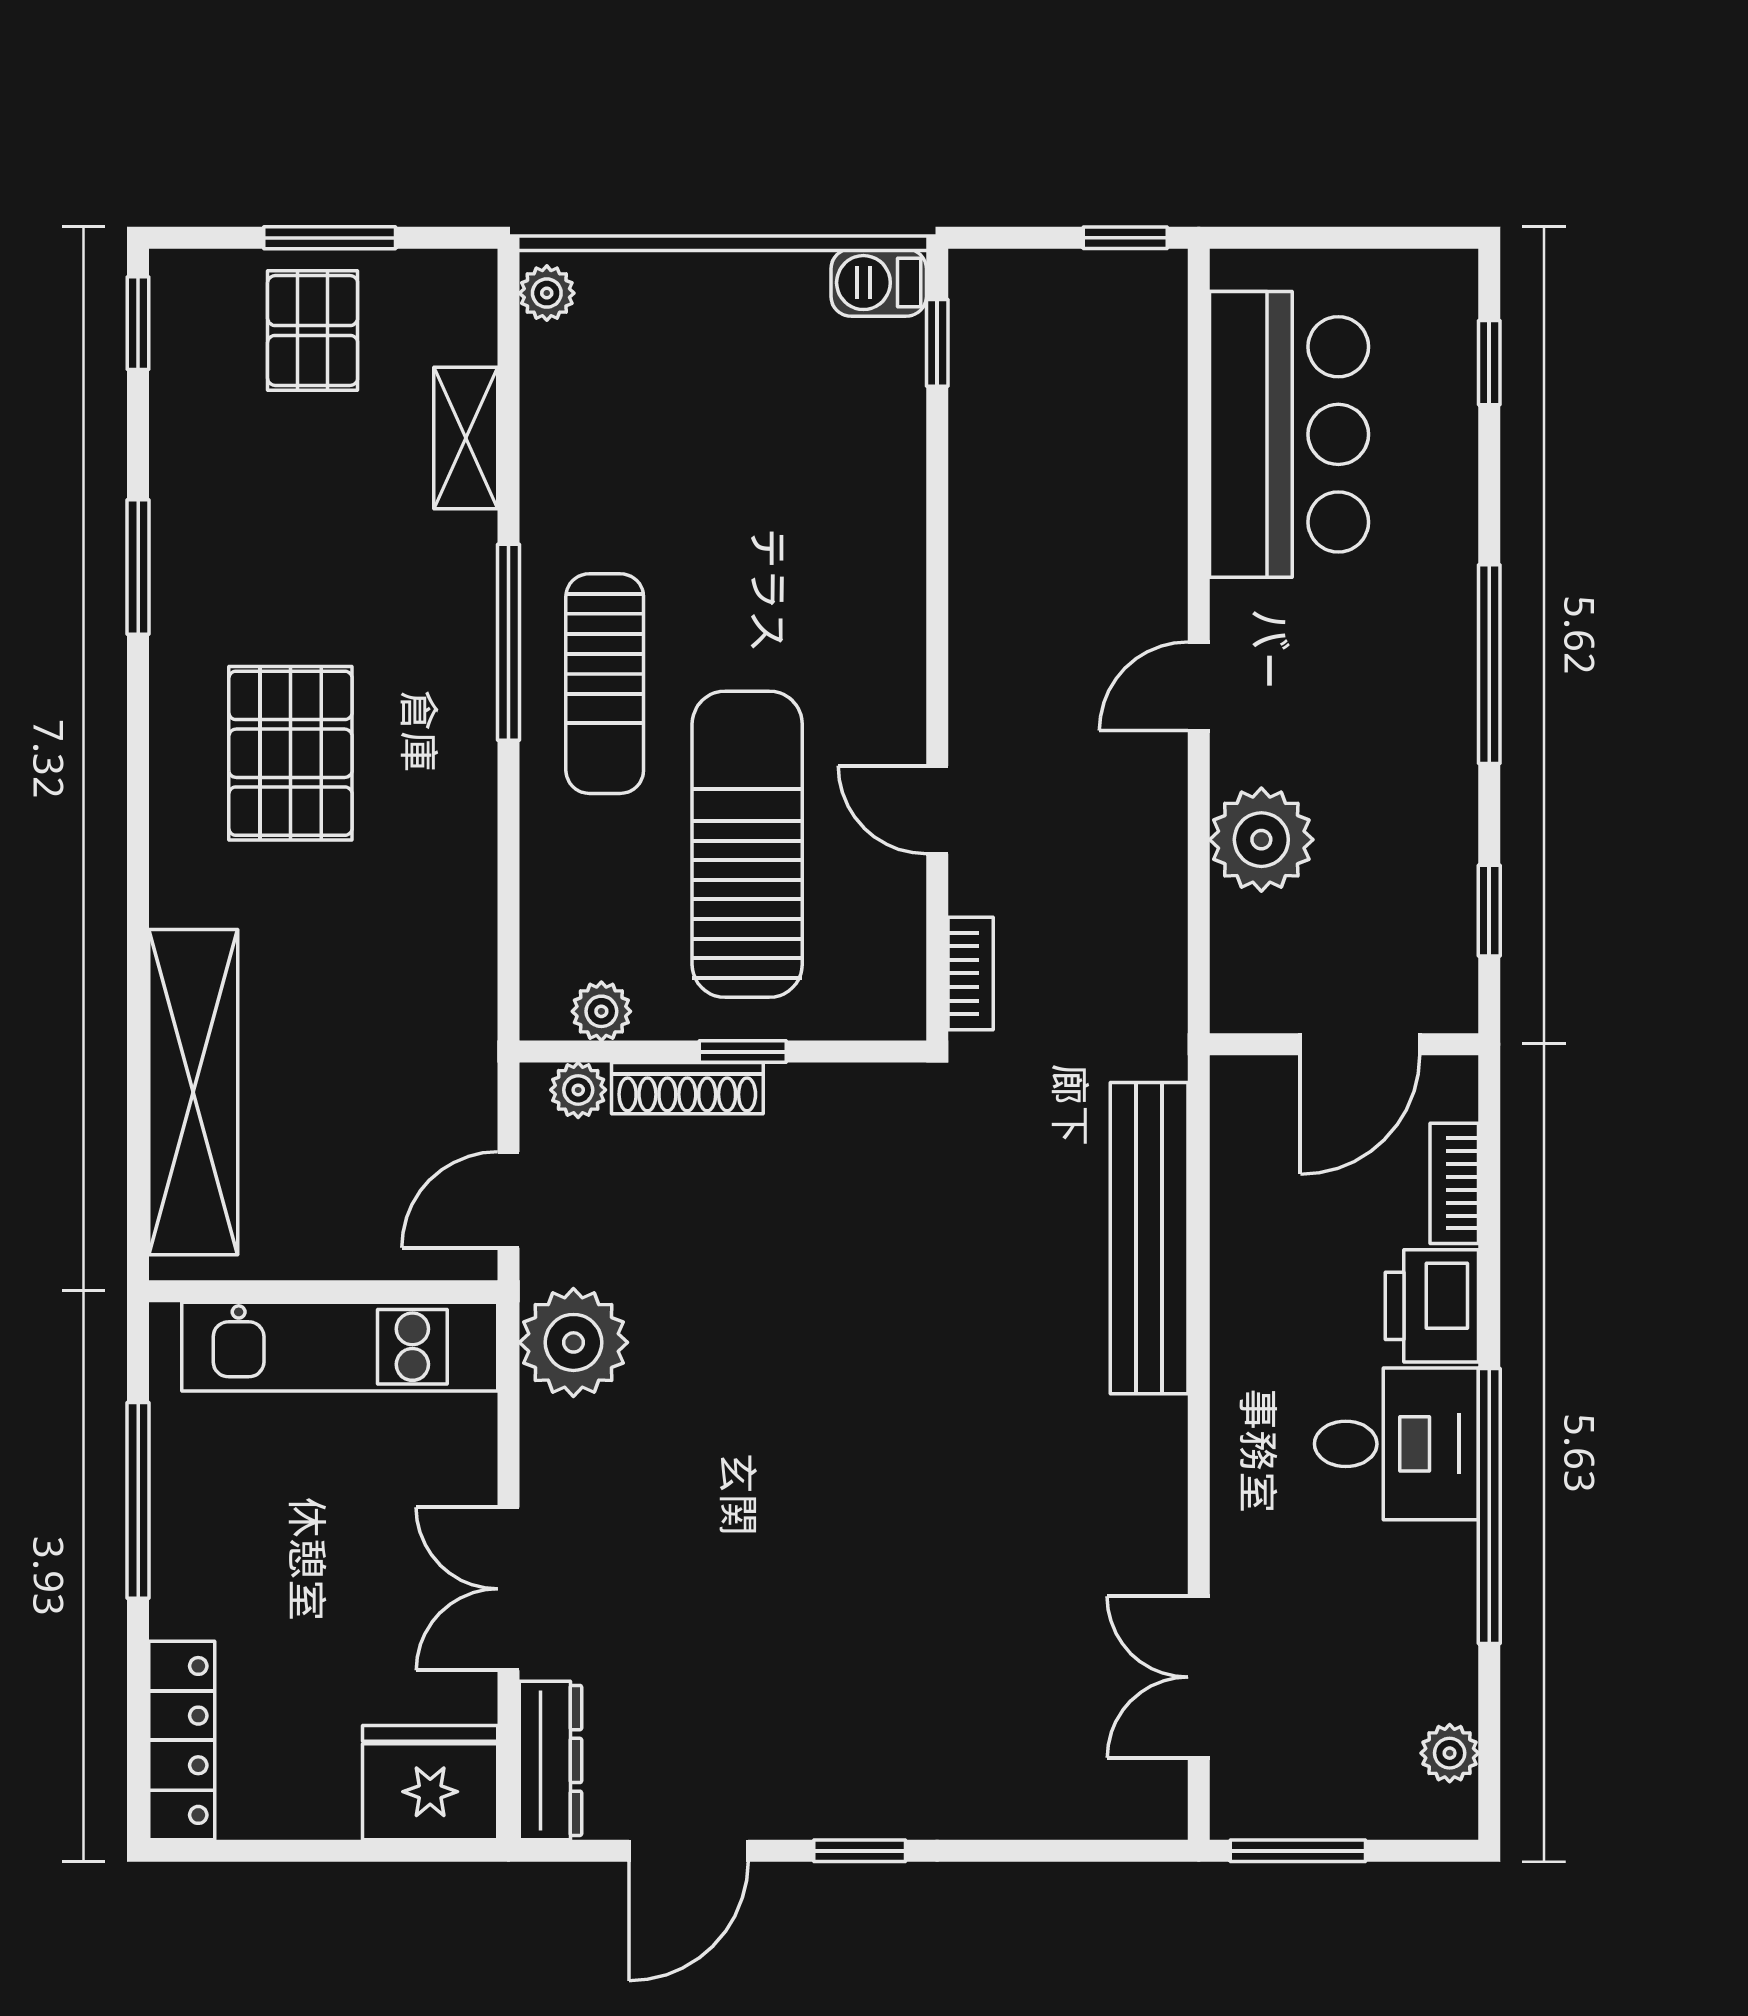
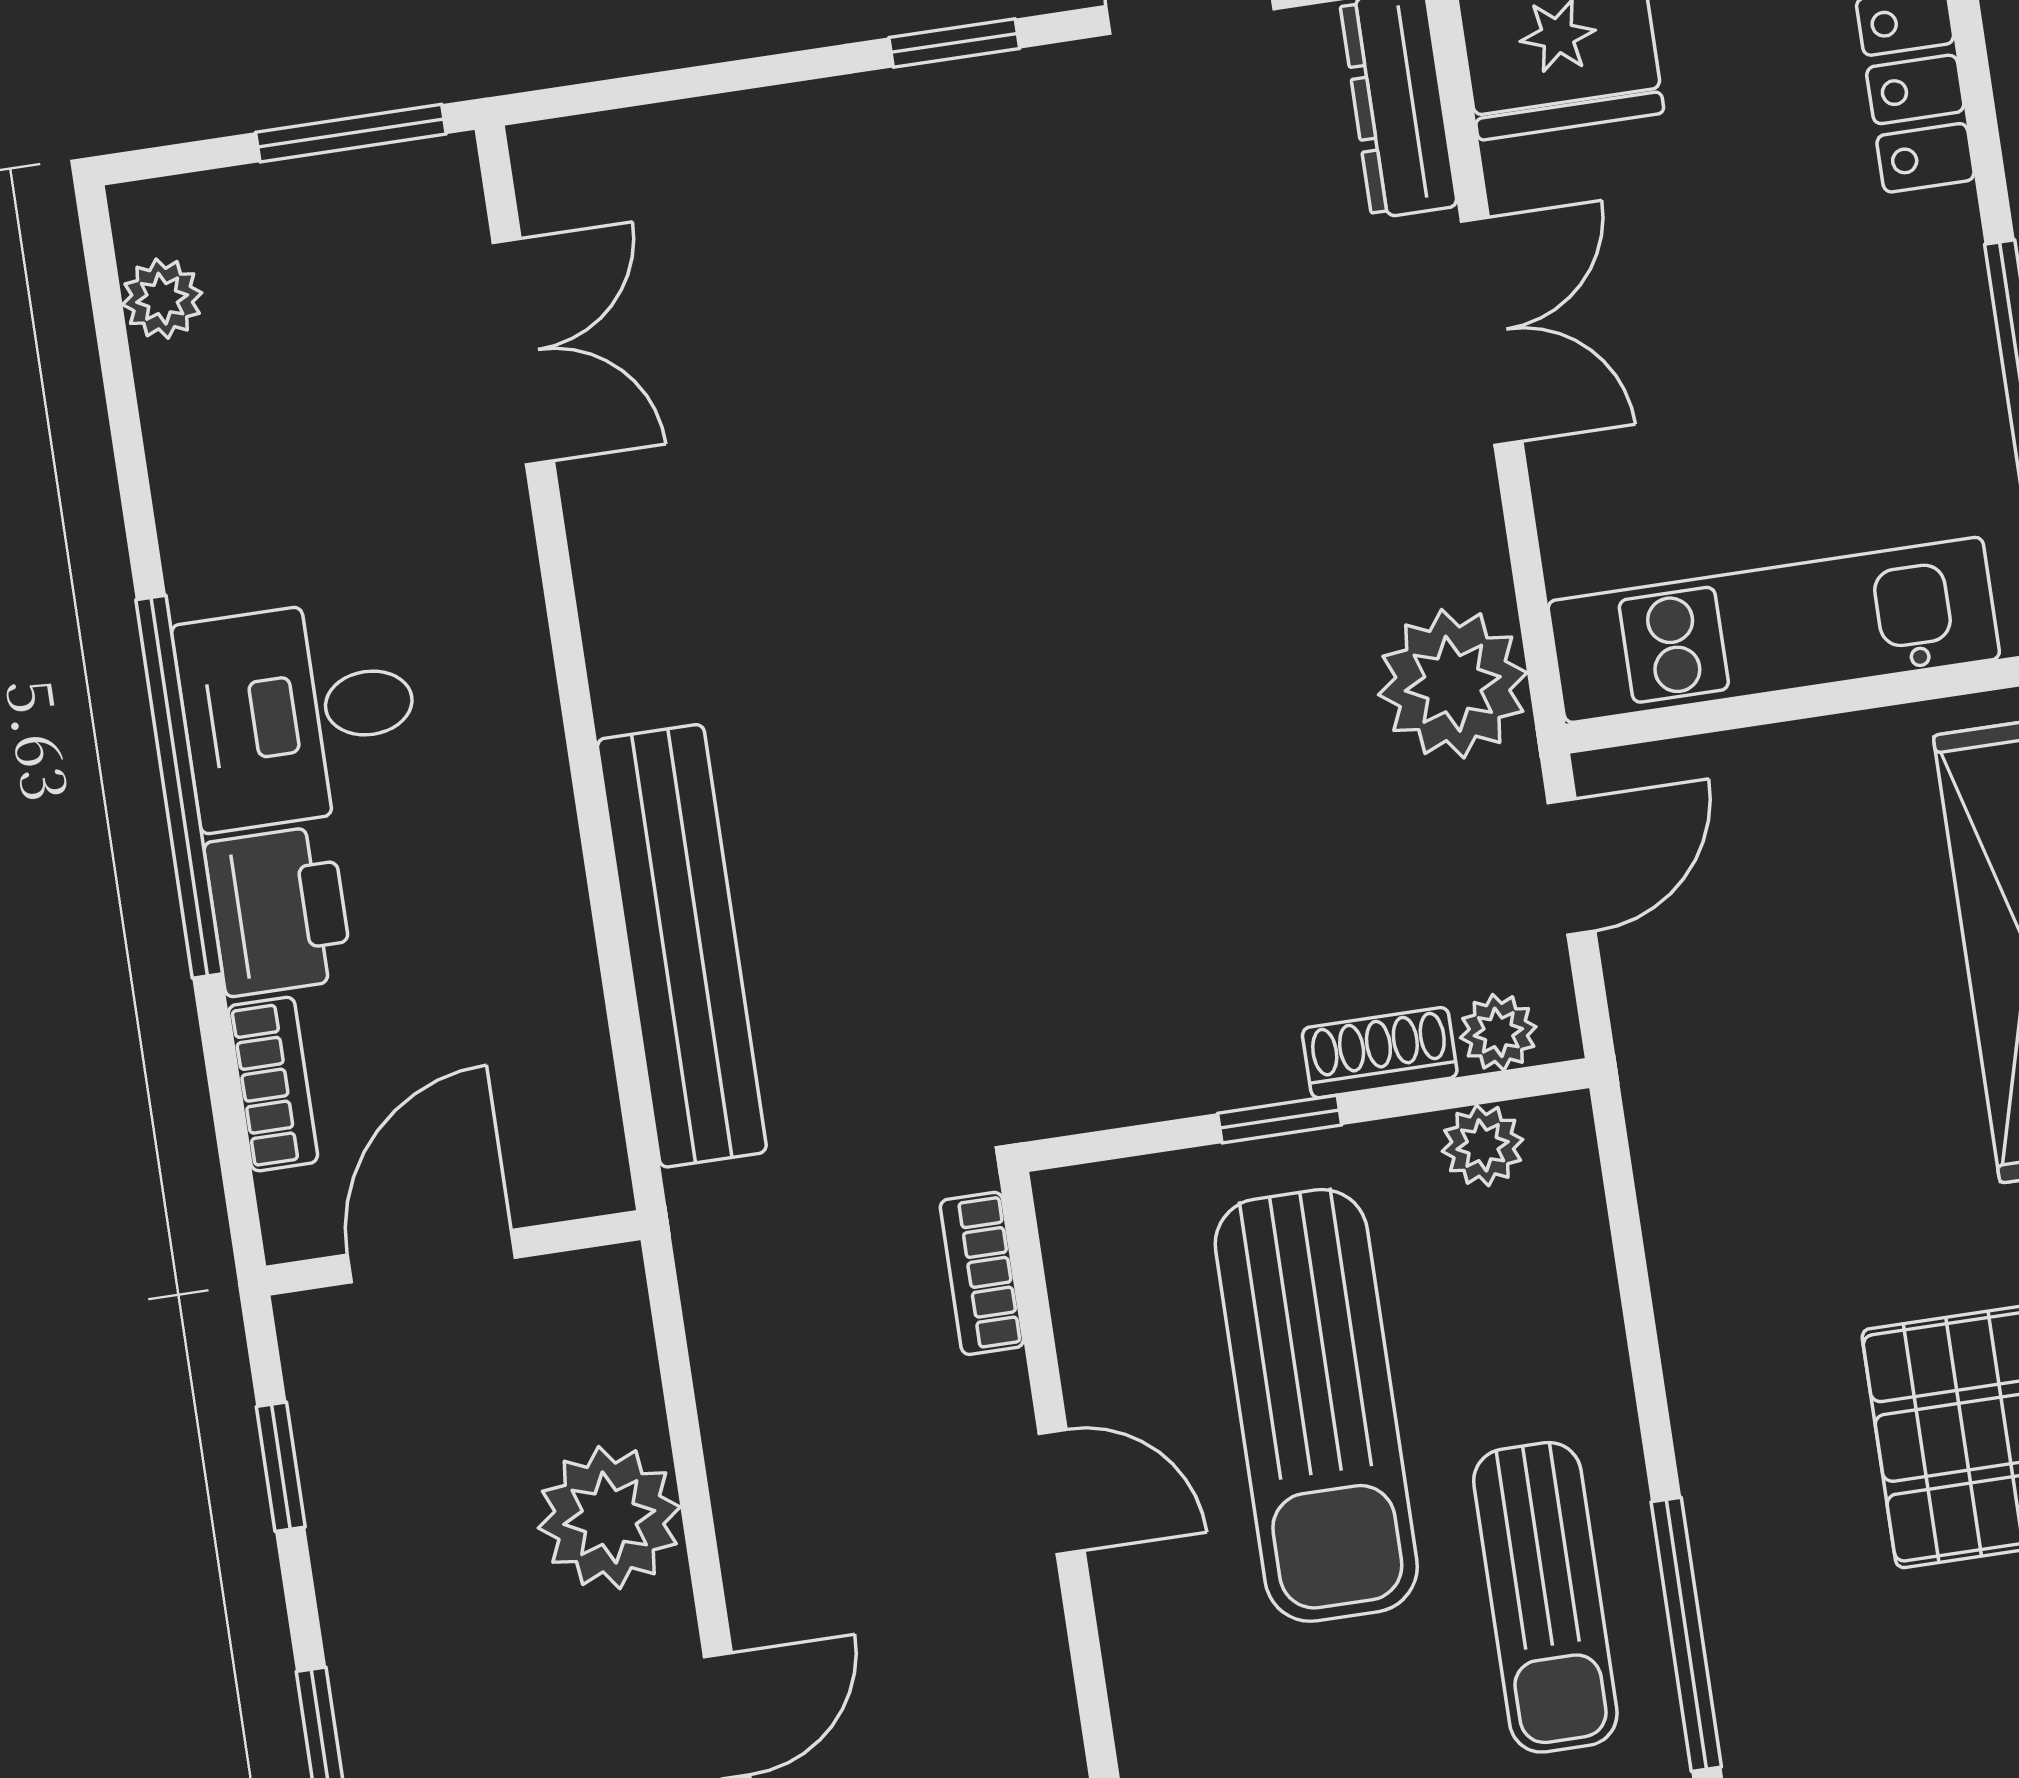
sun lounger: (605, 684) -> (1545, 1597), turned 180
shoe rack: (687, 1088) -> (1380, 1053), width x0.70
window: (1489, 1506) -> (179, 787), moved

